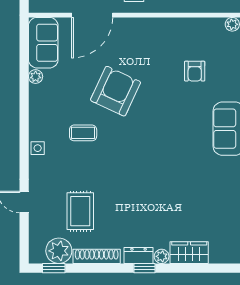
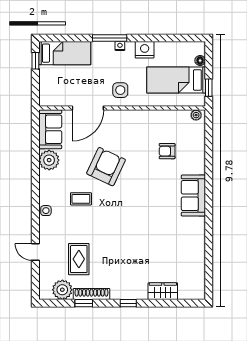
armchair: (195, 71) -> (167, 151), turned 90
plant: (36, 77) -> (49, 160), width x1.87, depth x1.87
dresser: (139, 256) -> (124, 293), removed
plant: (162, 256) -> (142, 294), removed
window: (54, 268) -> (84, 303), moved

